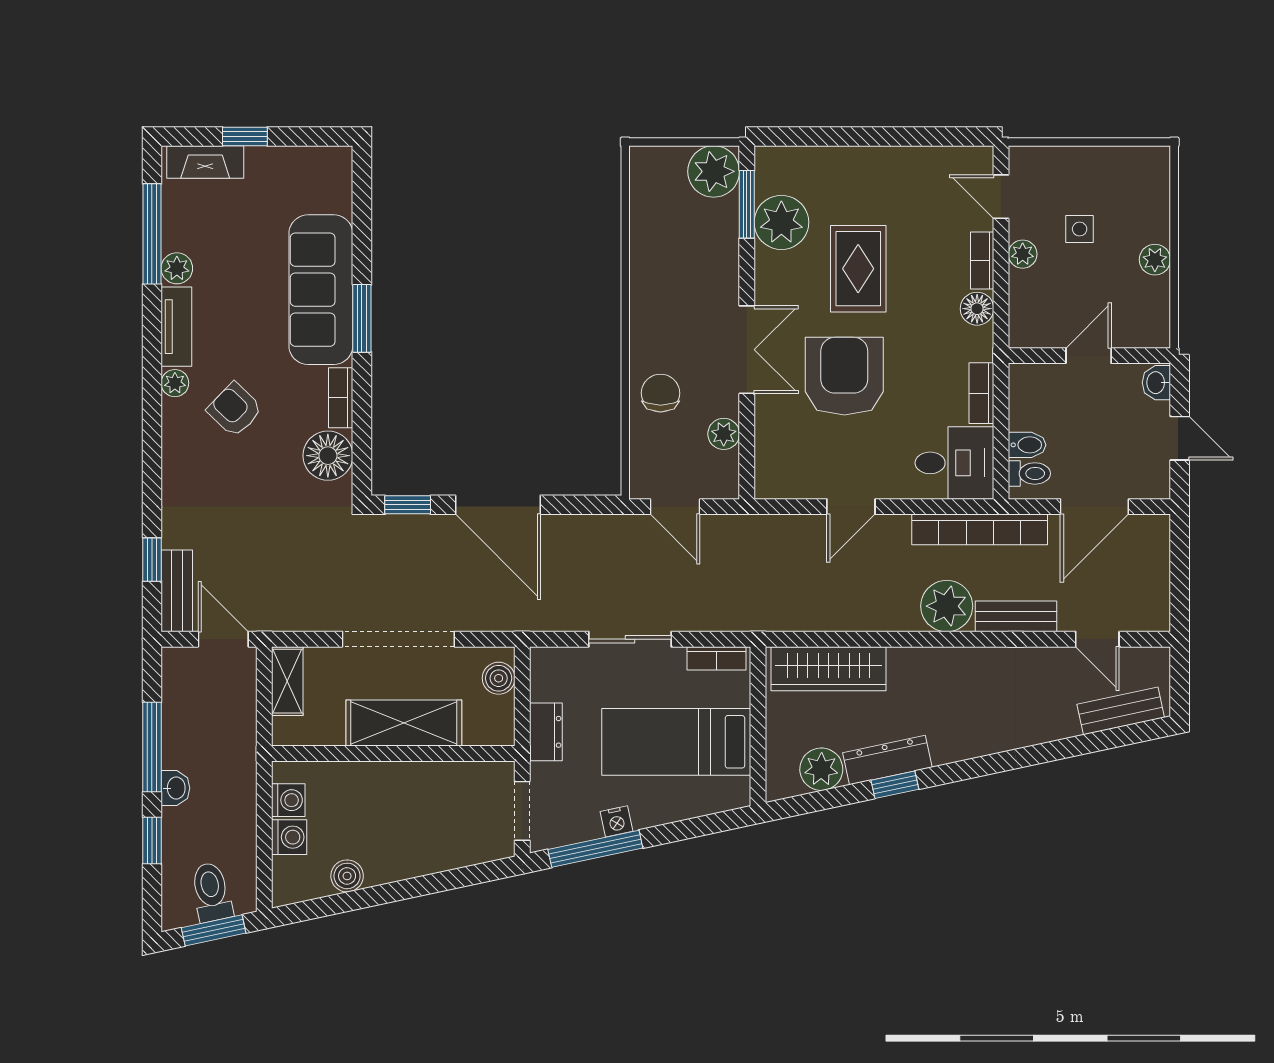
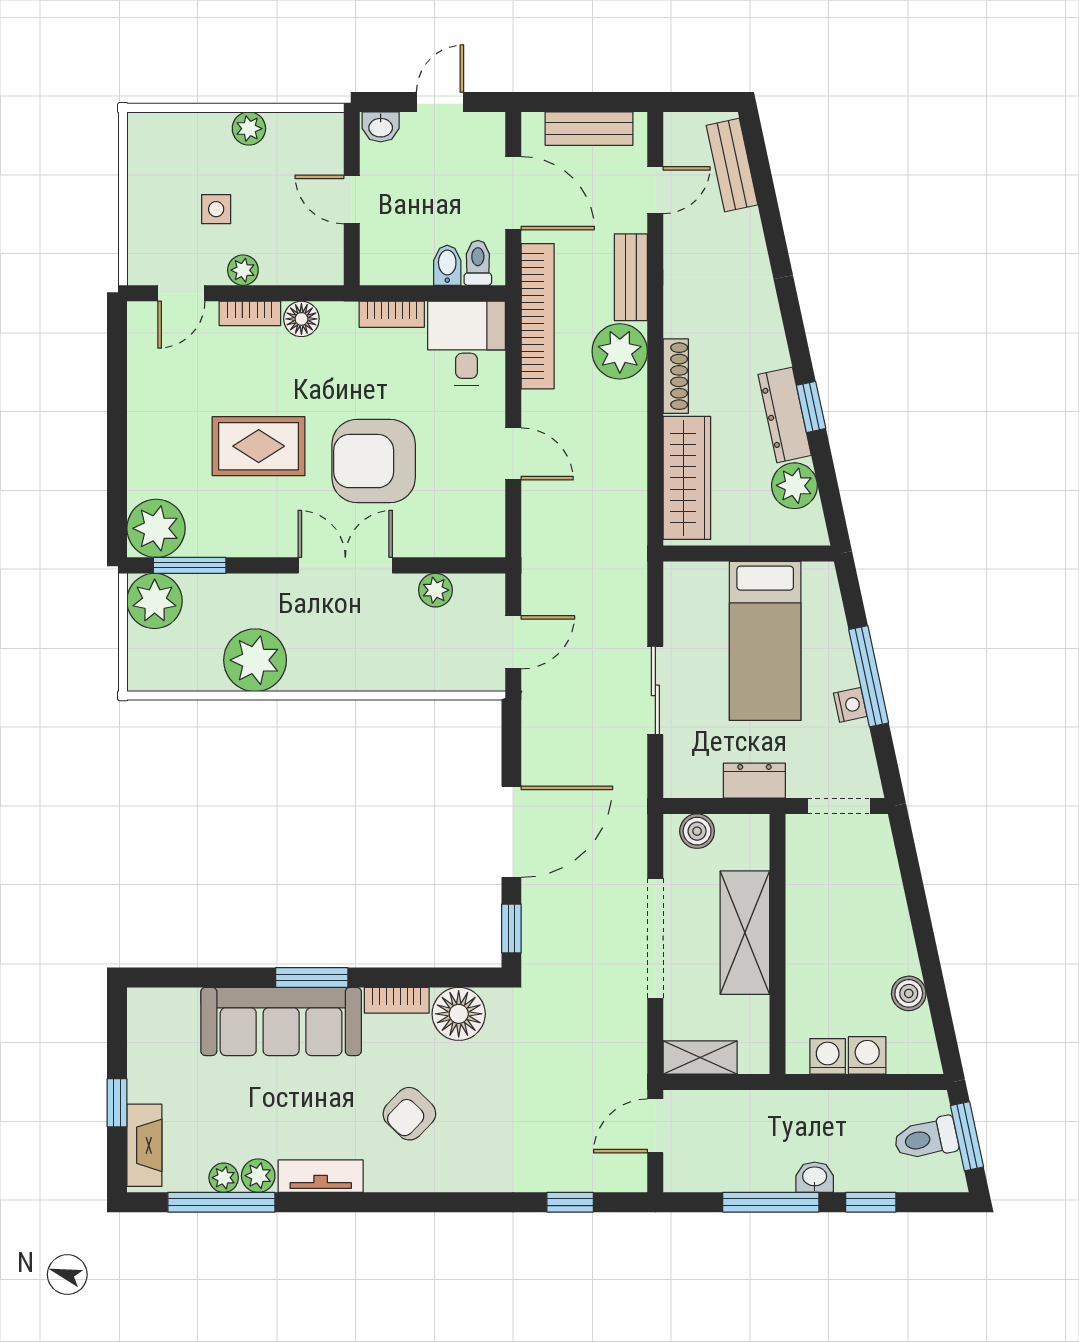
plant: (781, 222) -> (156, 528), moved
plant: (658, 265) -> (255, 660), added
plant: (175, 383) -> (224, 1178), moved
chair: (661, 393) -> (392, 658), removed
bench: (177, 591) -> (589, 129), moved
bookcase: (716, 658) -> (676, 598), removed
shoe rack: (924, 658) -> (676, 376), added
window: (595, 849) -> (869, 676), moved

